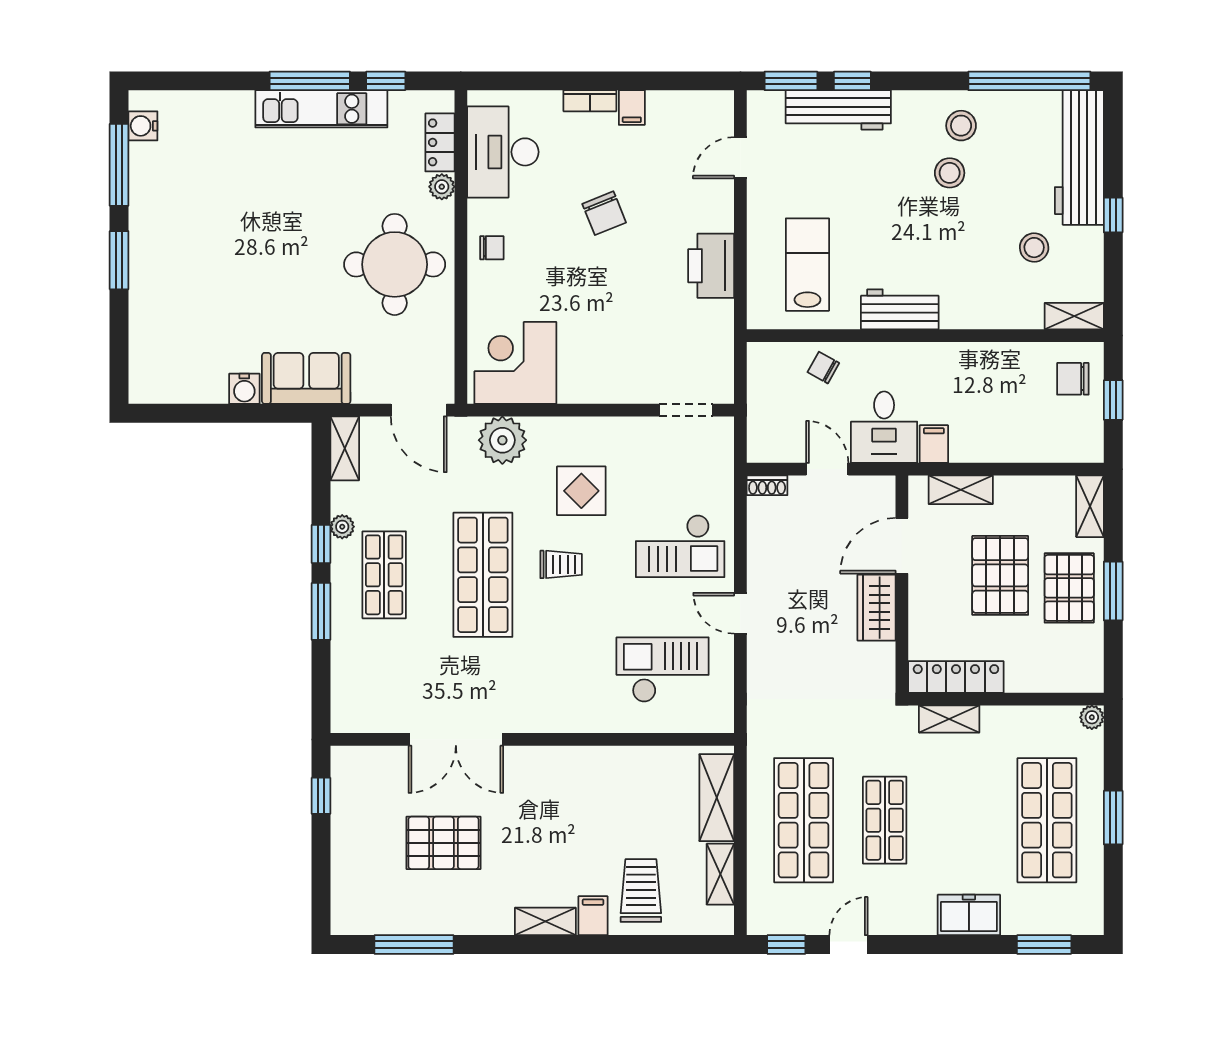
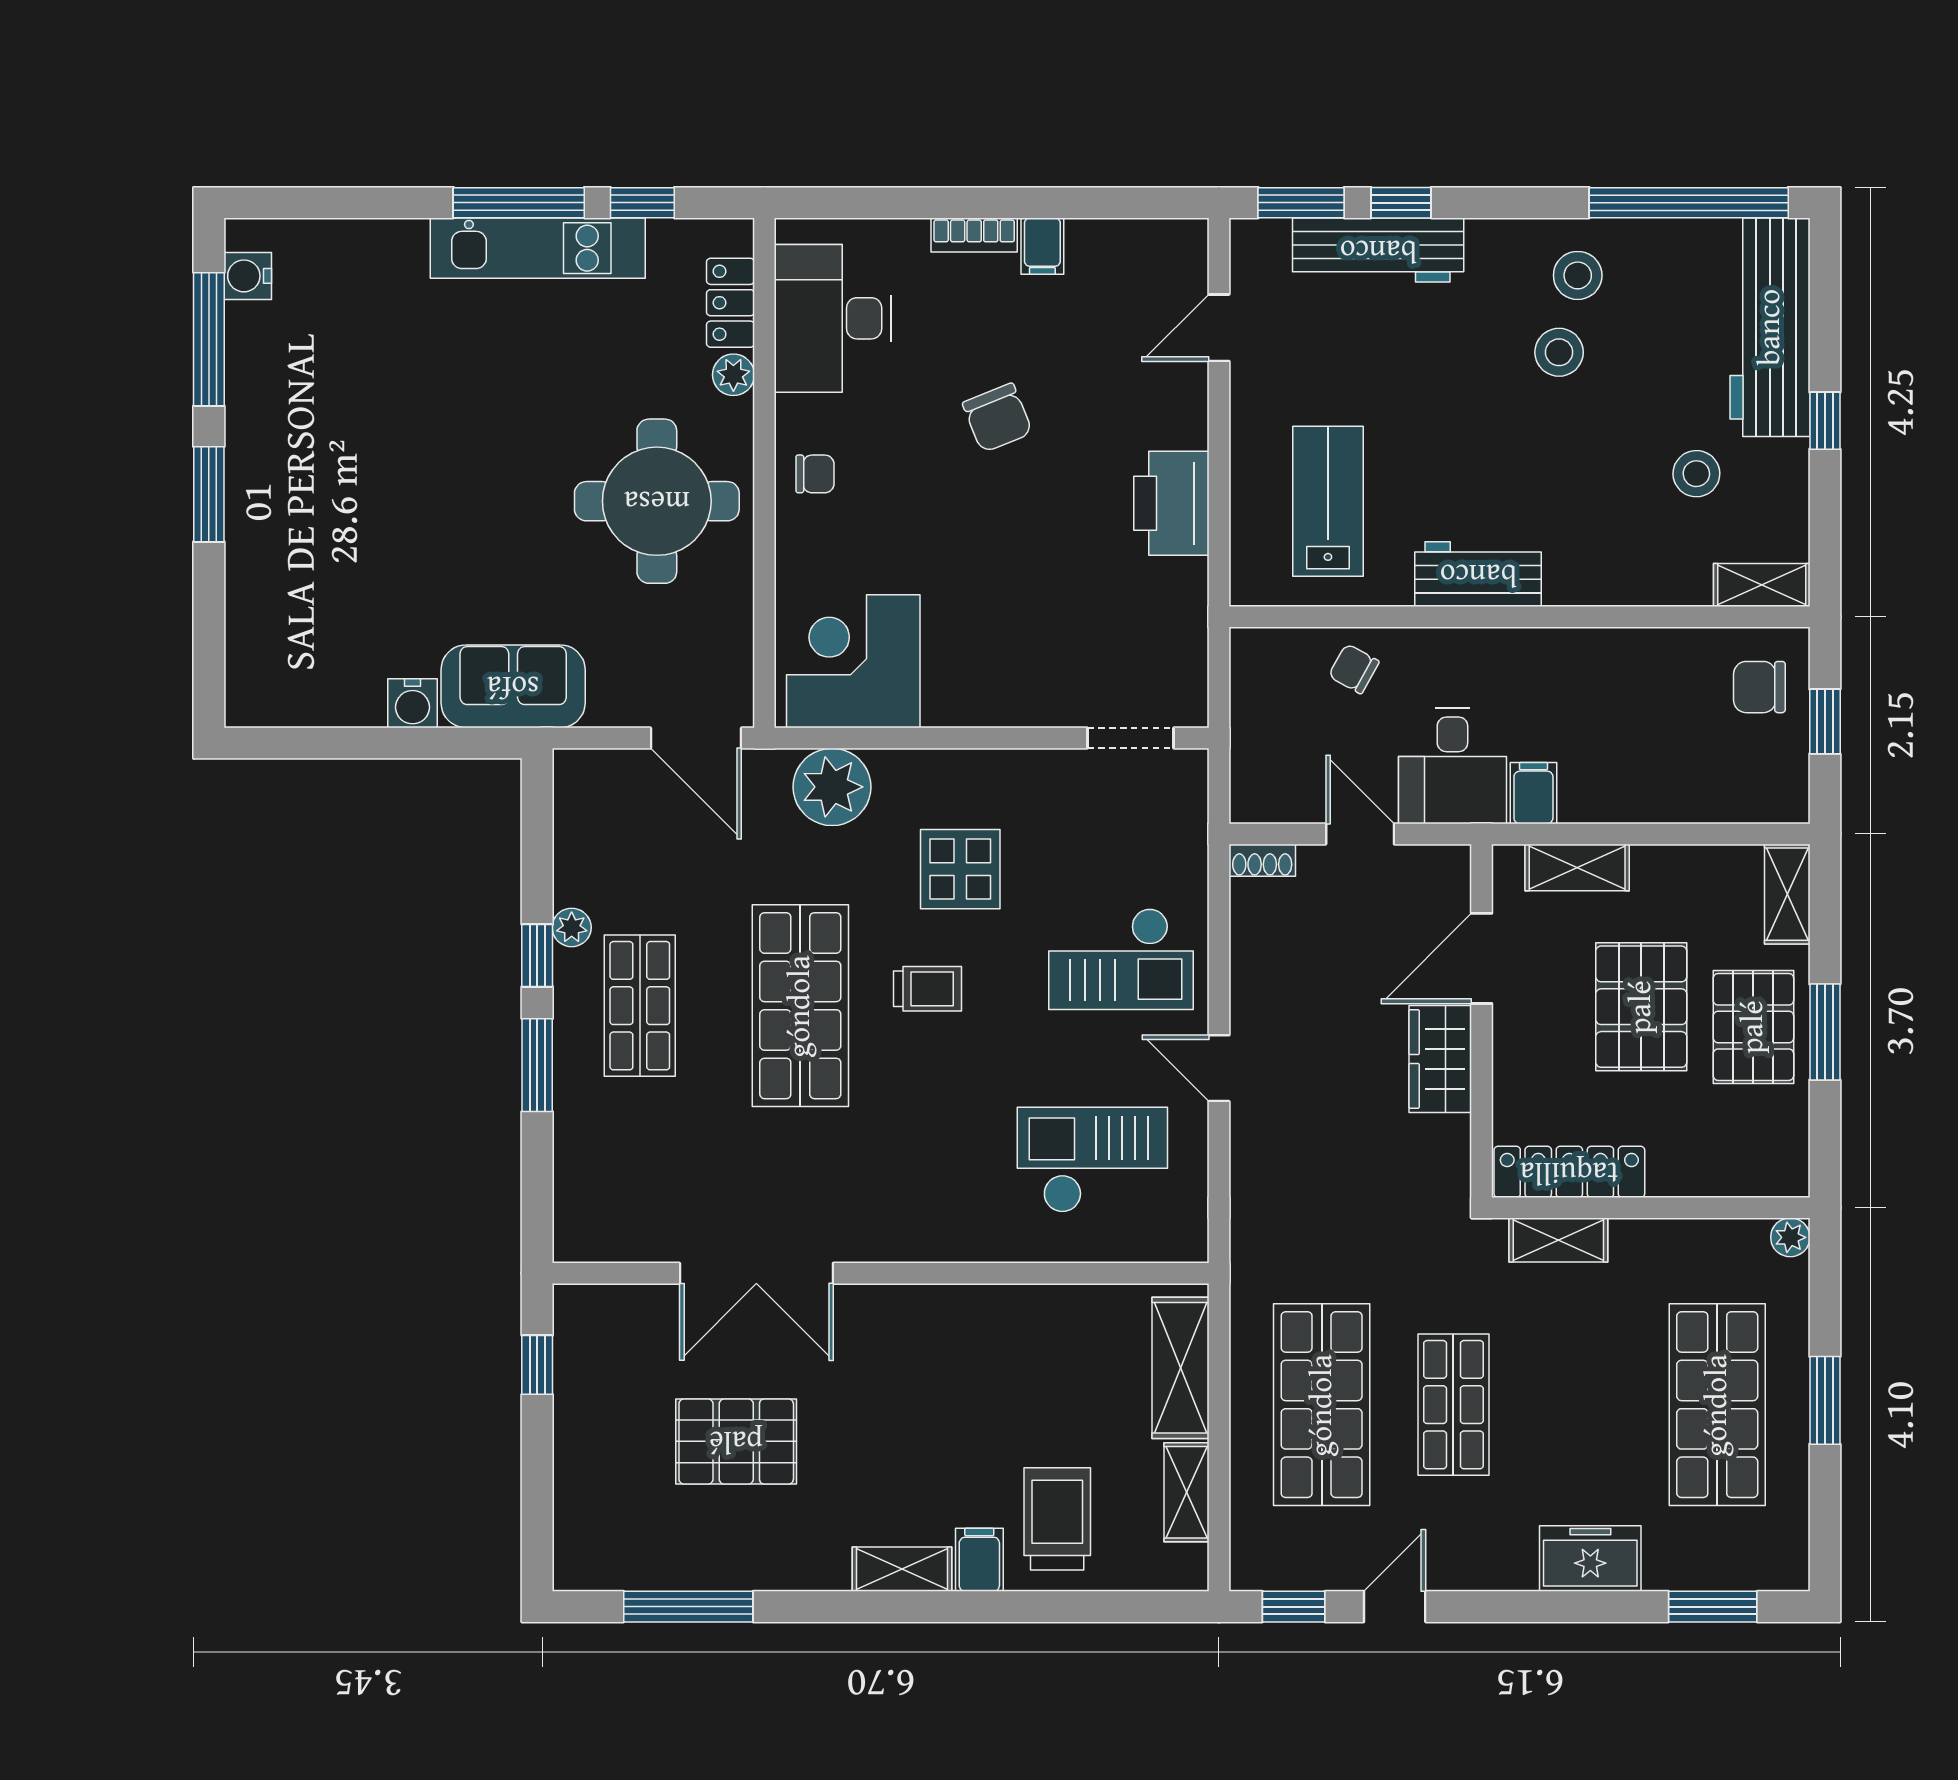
shelving: (345, 448) -> (576, 800), removed

